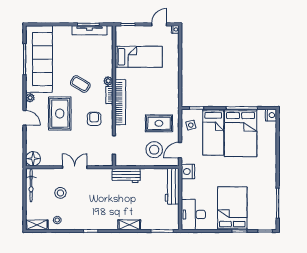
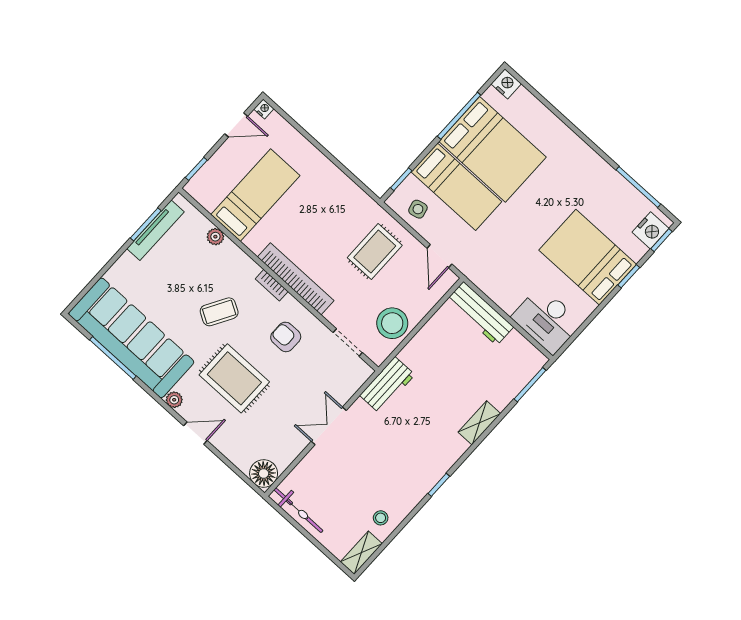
door: (159, 24) -> (236, 125), swing flipped
plant: (108, 81) -> (215, 237), moved
stool: (154, 150) -> (392, 323), moved
nightstand: (188, 172) -> (650, 230), moved, turned -90
workbench: (126, 176) -> (387, 385), moved
stool: (60, 193) -> (347, 479), removed

